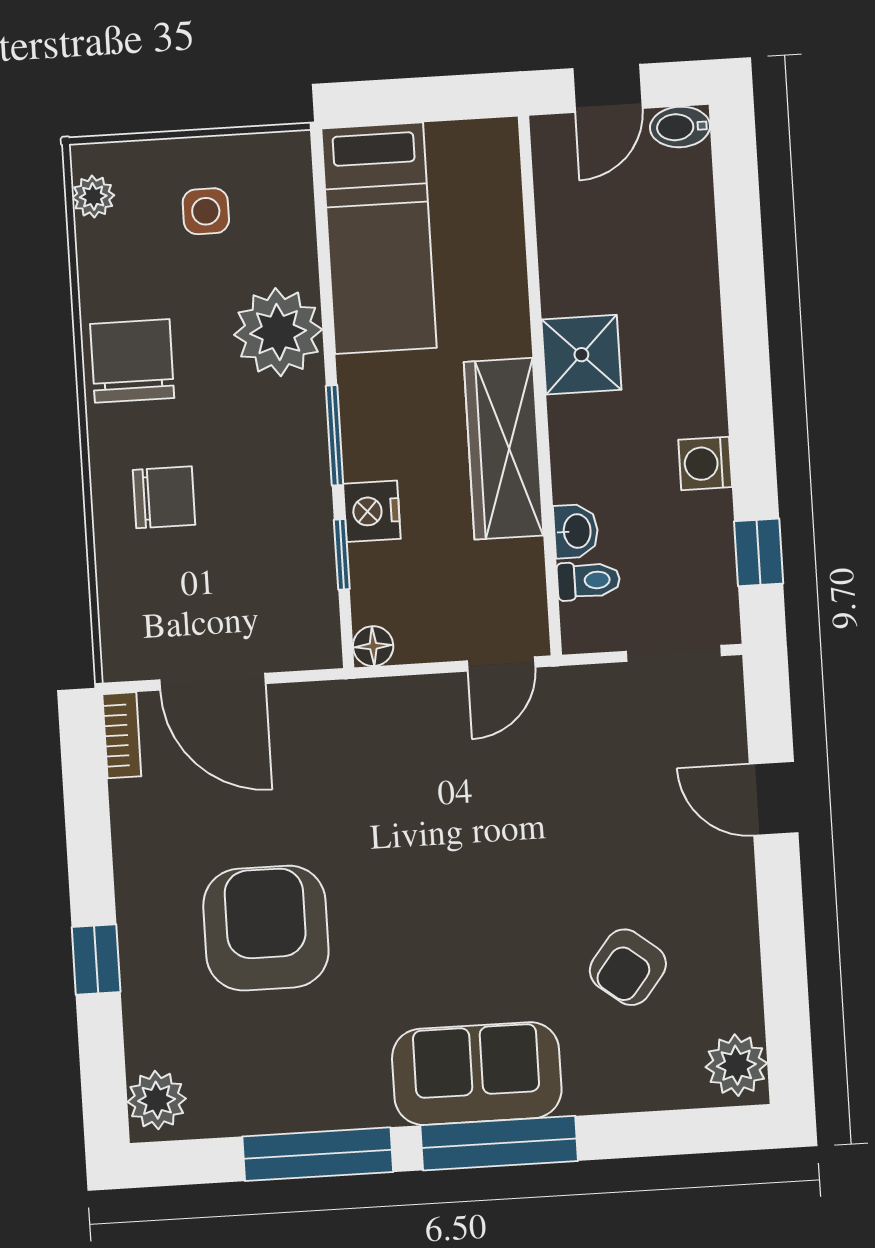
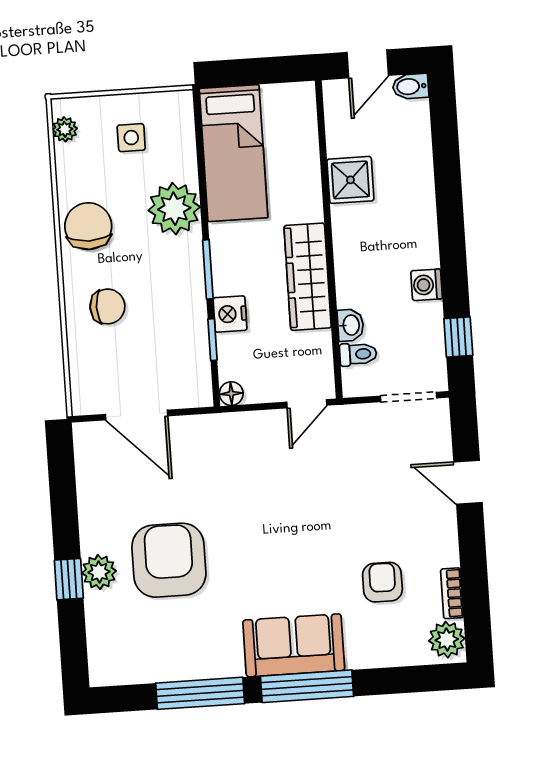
shower: (581, 355) -> (350, 180), moved
bookcase: (122, 735) -> (452, 593), moved, turned 180
armchair: (628, 967) -> (382, 582), turned 142
plant: (157, 1100) -> (99, 572), moved

